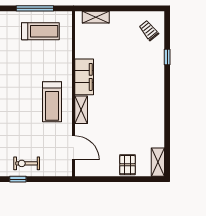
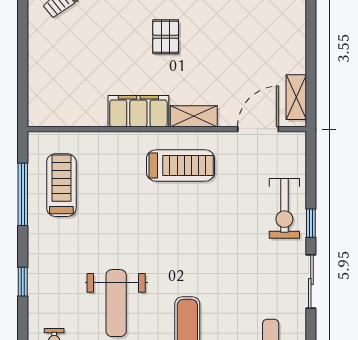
shelving: (96, 17) -> (296, 97), moved
exercise bike: (27, 163) -> (284, 208), width x1.38, depth x1.39
pallet: (128, 165) -> (166, 37), moved, turned 90

